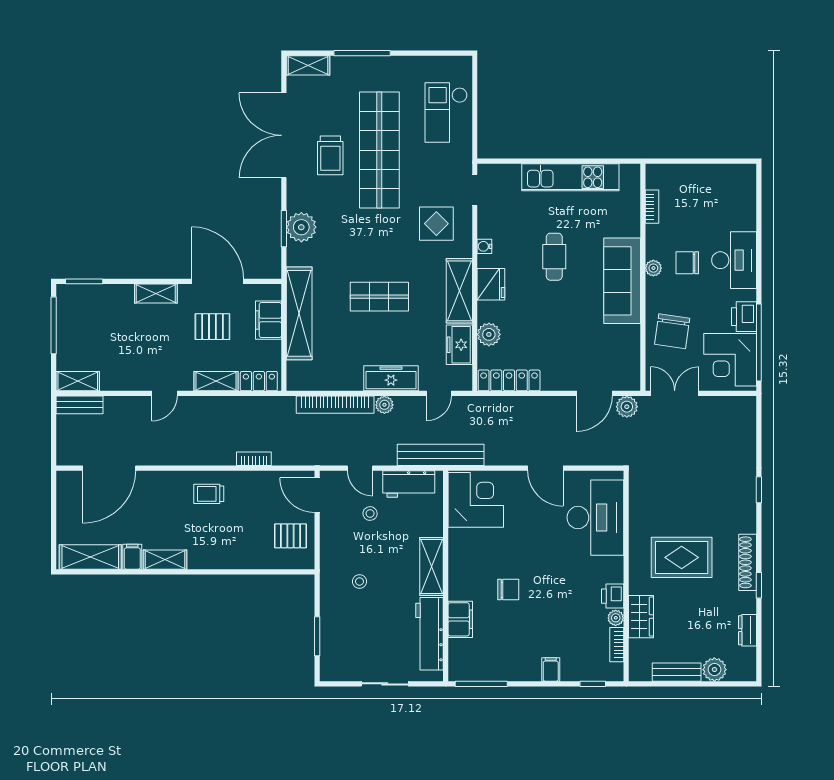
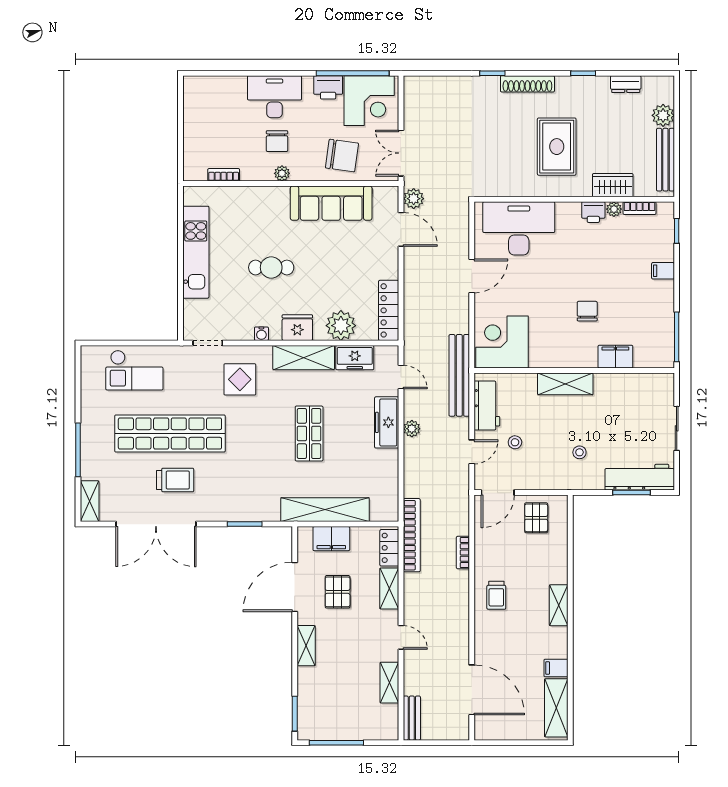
plant: (301, 227) -> (243, 508), removed
sofa: (622, 281) -> (331, 203), moved
plant: (489, 334) -> (341, 326), width x1.36, depth x1.36
shelving: (78, 381) -> (389, 683), moved
bookcase: (335, 405) -> (412, 535), moved
shelving: (165, 560) -> (559, 605), moved
shoe rack: (748, 562) -> (527, 84), moved
workbench: (430, 634) -> (640, 477), moved, turned 180
bench: (677, 672) -> (665, 160), width x1.36

